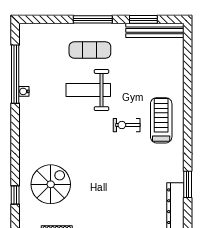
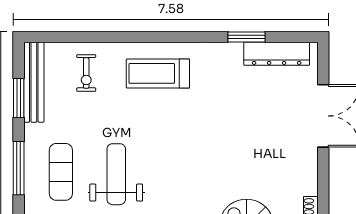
weight bench: (88, 90) -> (116, 174), turned 180
exercise bike: (127, 125) -> (86, 73), moved

